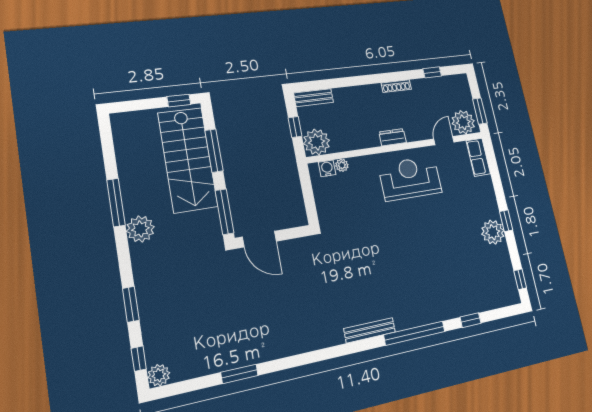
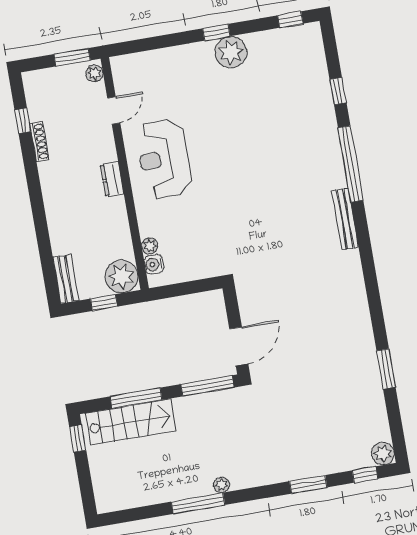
shoe rack: (396, 86) -> (39, 142), moved
plant: (463, 122) -> (94, 73), width x0.53, depth x0.53
door: (444, 141) -> (114, 110), swing flipped
row of seats: (478, 157) -> (134, 64), removed
stairs: (188, 160) -> (131, 422), width x0.73, depth x0.66
plant: (140, 229) -> (222, 485), width x0.53, depth x0.53

